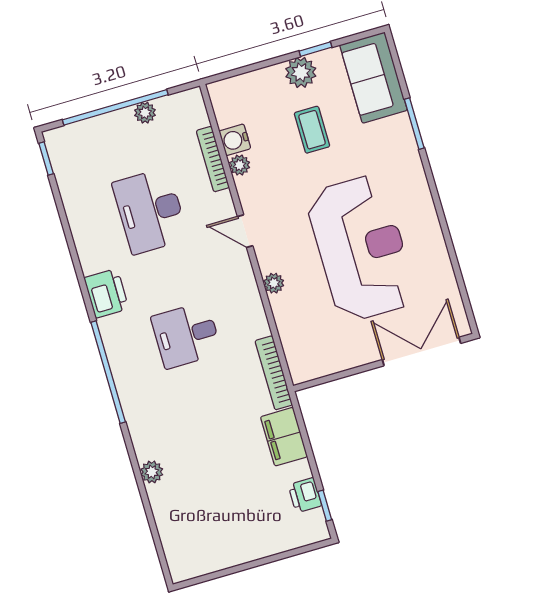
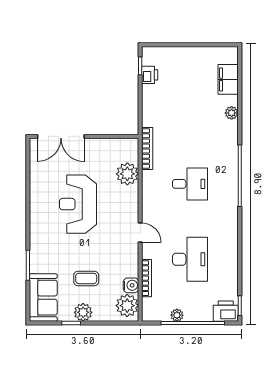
coffee table: (312, 130) -> (86, 278), turned 90
plant: (240, 165) -> (127, 306), moved, width x1.88, depth x1.88
reception desk: (361, 248) -> (78, 204), width x0.74, depth x0.77
plant: (274, 283) -> (127, 174), moved, width x1.87, depth x1.87
printer: (106, 293) -> (226, 311), moved, turned 90
filing cabinet: (284, 437) -> (228, 79), moved, turned 180

